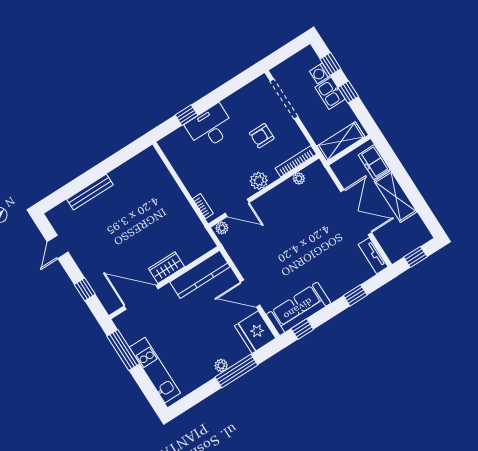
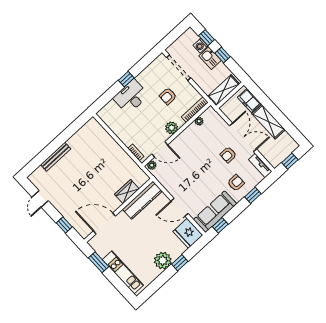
window: (187, 115) -> (126, 79), moved
armchair: (331, 233) -> (228, 155), added
wardrobe: (166, 268) -> (127, 192), moved
armchair: (335, 274) -> (236, 183), added
window: (123, 350) -> (99, 262), width x0.69
plant: (221, 365) -> (163, 261), width x1.87, depth x1.87
window: (236, 371) -> (180, 263), width x0.46

